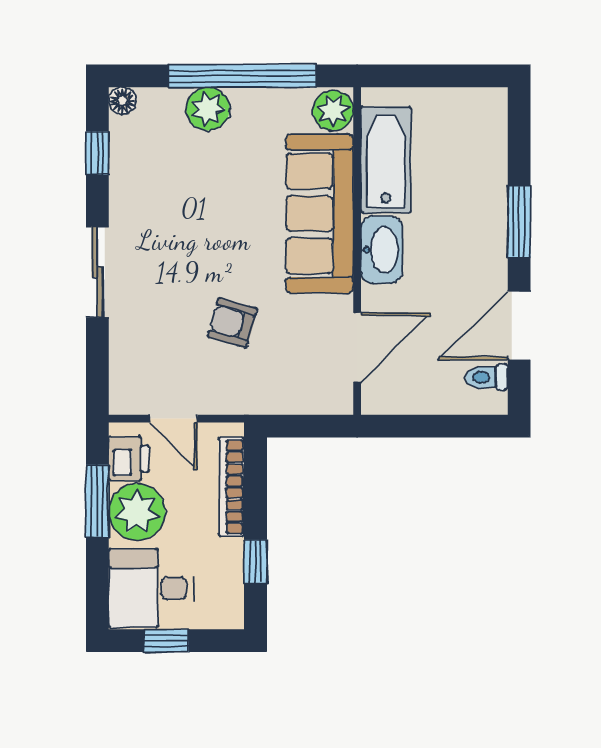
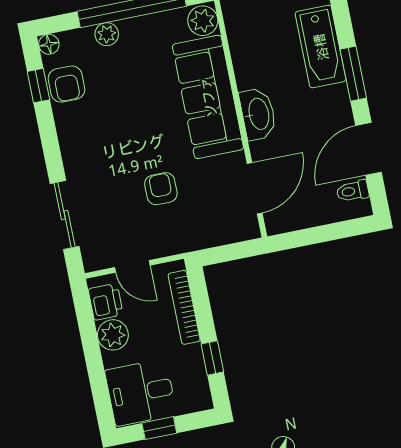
plant: (208, 109) -> (107, 34), width x0.73, depth x0.73
armchair: (135, 158) -> (66, 84), added
bathtub: (386, 160) -> (321, 47), moved, turned 180
sliding door: (97, 272) -> (65, 215), moved
armchair: (232, 323) -> (161, 189), turned 74
window: (97, 501) -> (89, 337), removed
plant: (137, 512) -> (113, 335), width x0.73, depth x0.73

